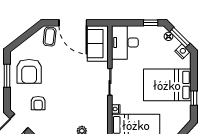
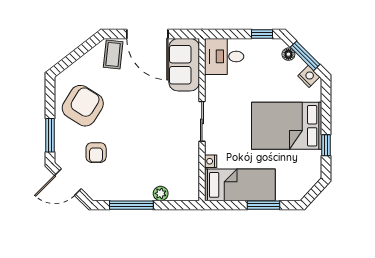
desk: (125, 43) -> (224, 56), width x0.73
armchair: (29, 71) -> (83, 106), turned -148
window: (7, 76) -> (50, 135), moved

